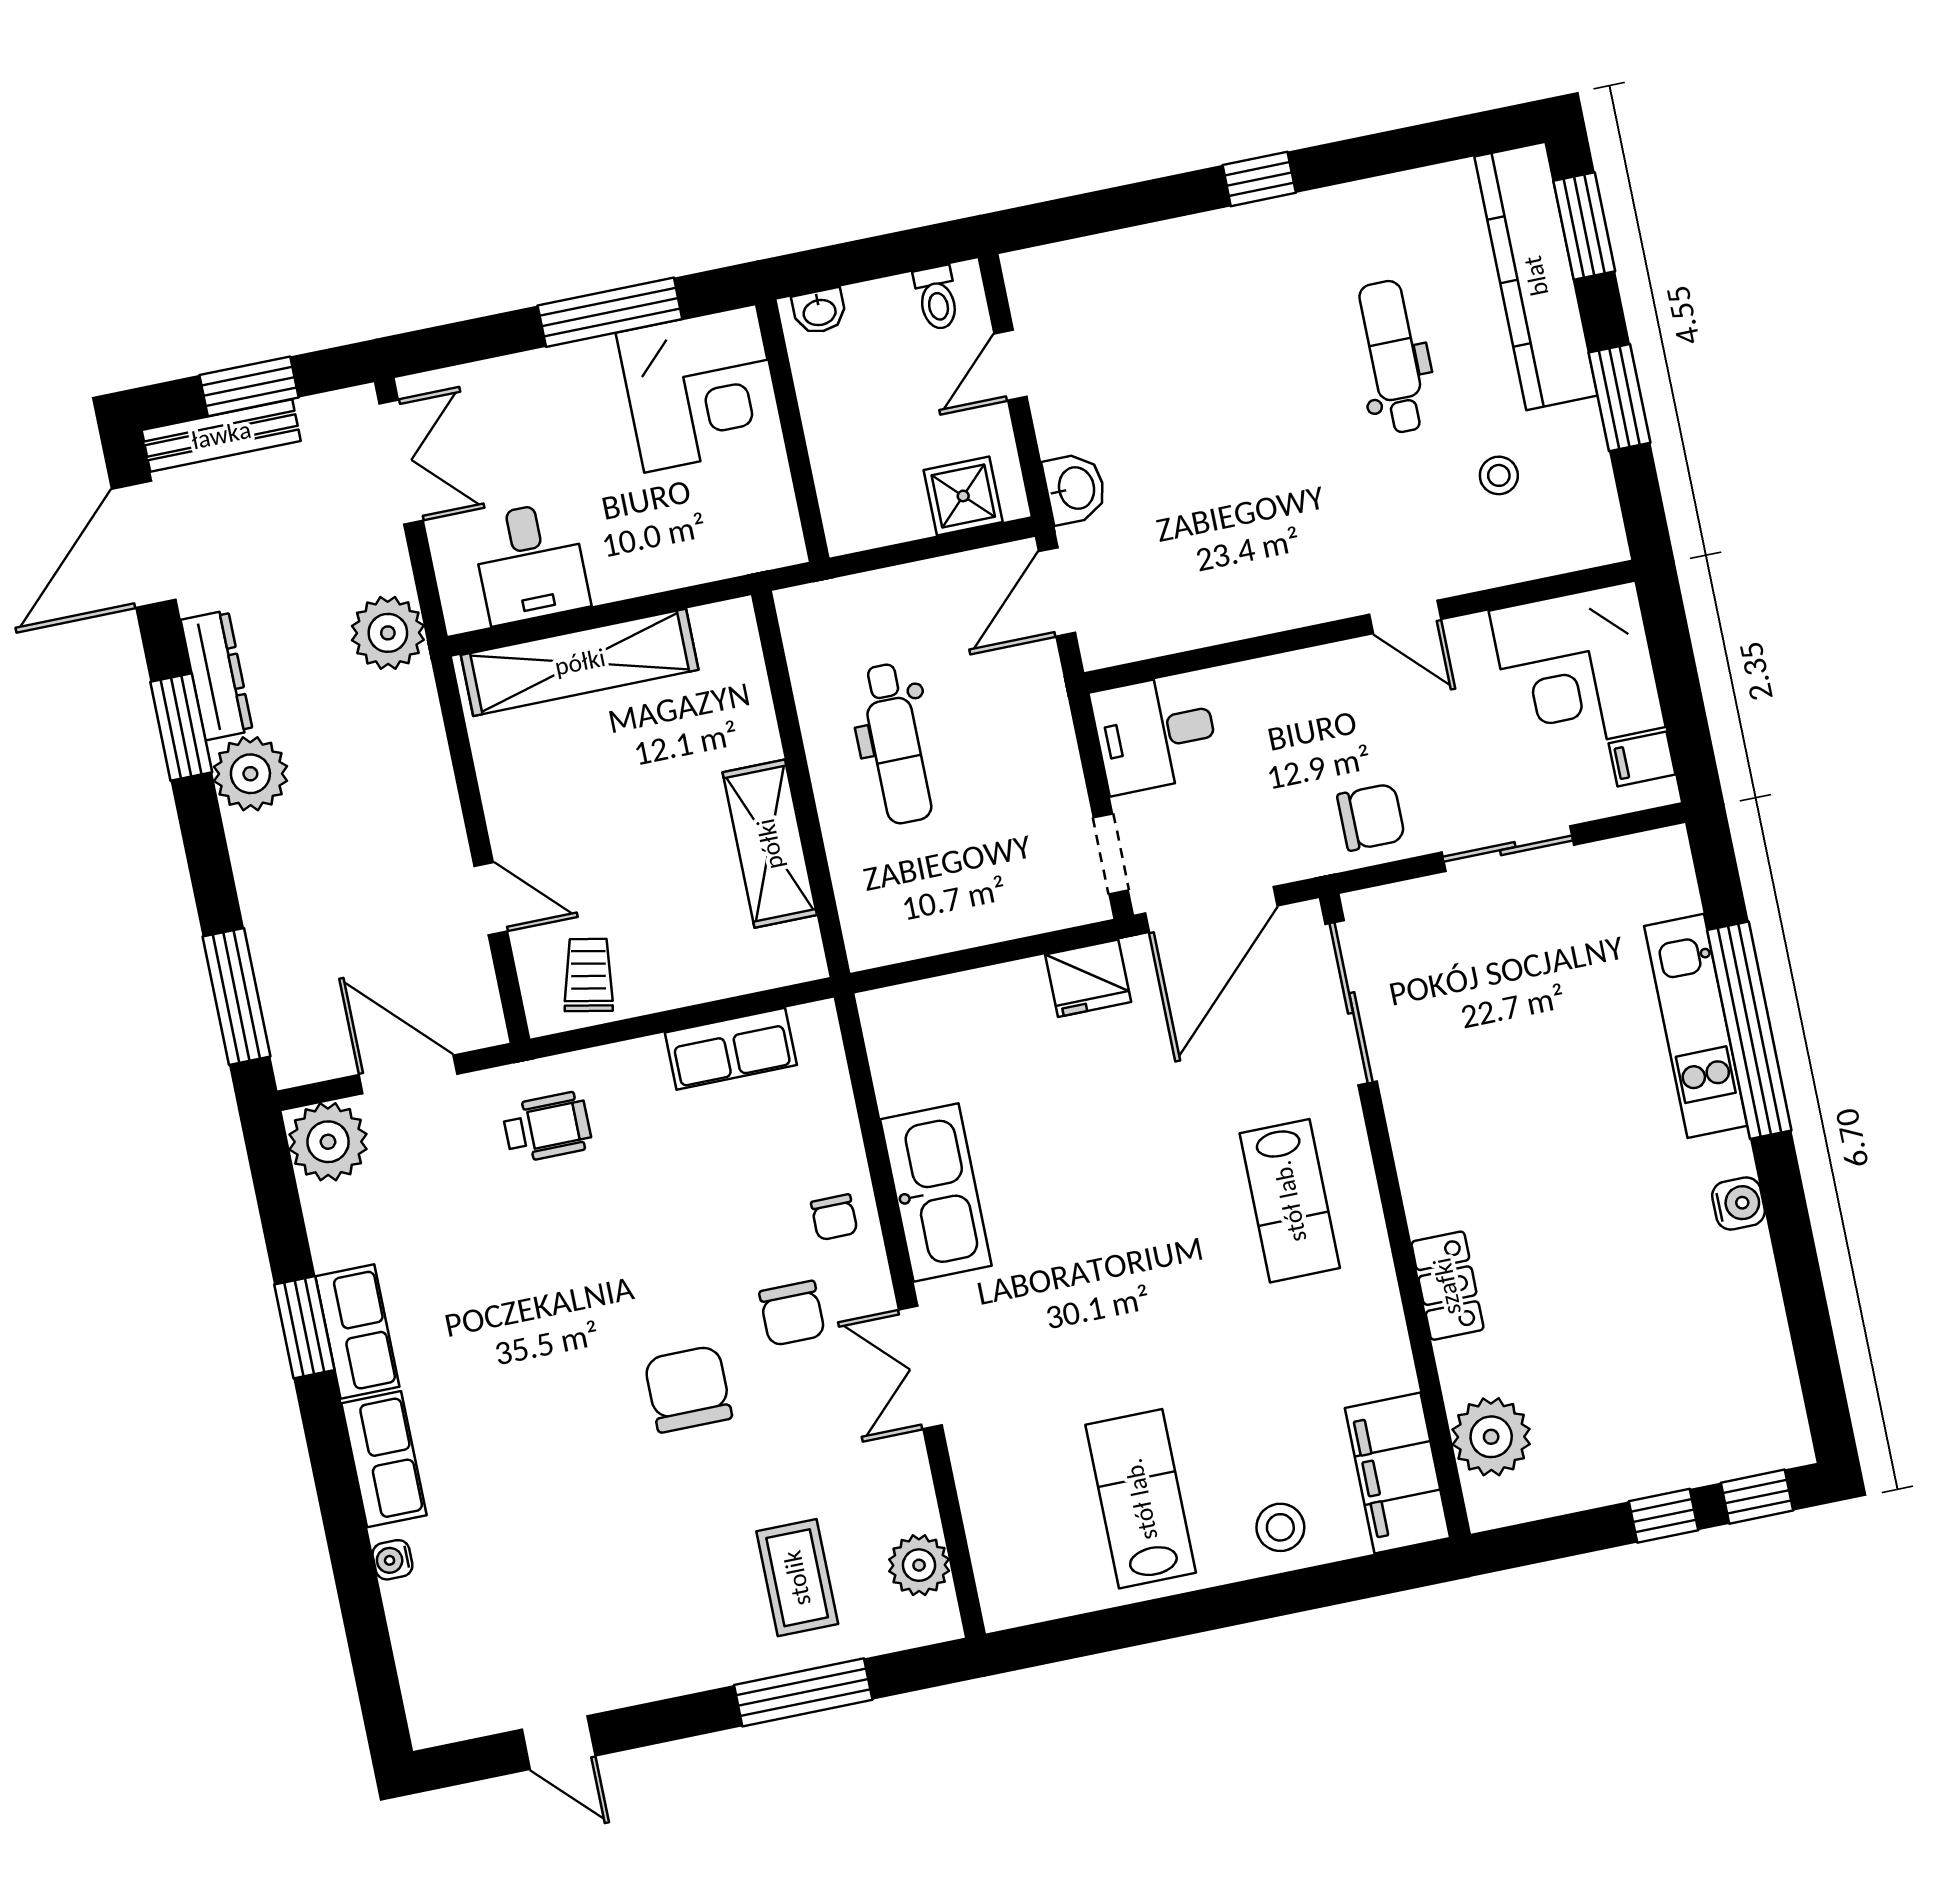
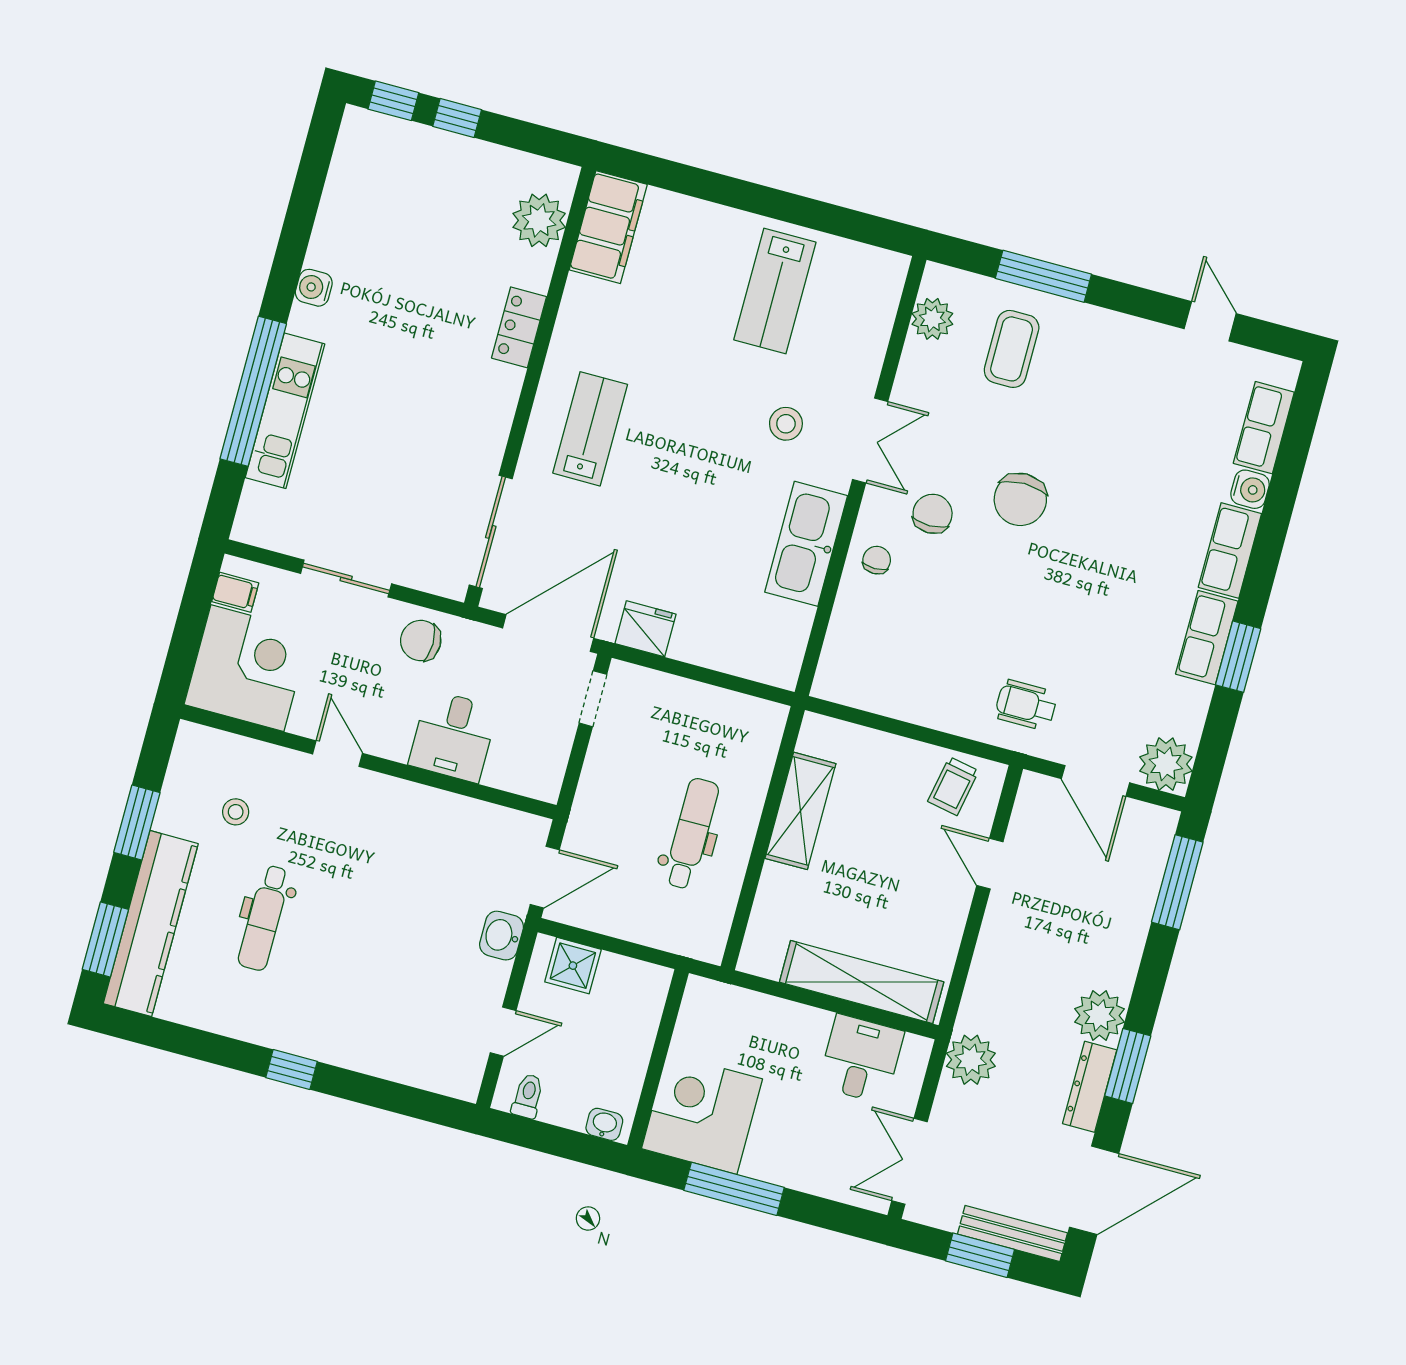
desk: (1155, 733) -> (453, 736), moved, turned 90
row of seats: (731, 1049) -> (1264, 428), moved, turned -90
stool: (1280, 1527) -> (786, 424), moved
water cooler: (392, 1560) -> (1250, 489), width x1.38, depth x1.38

